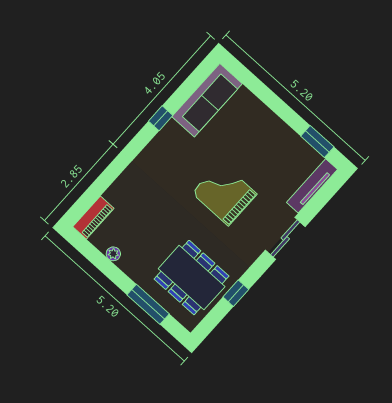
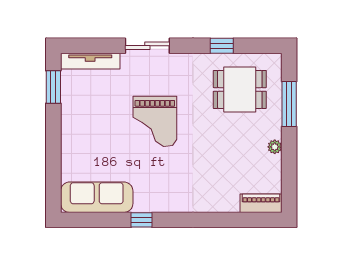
plant: (113, 254) -> (275, 147), moved
dining table: (192, 278) -> (240, 89), width x0.73

